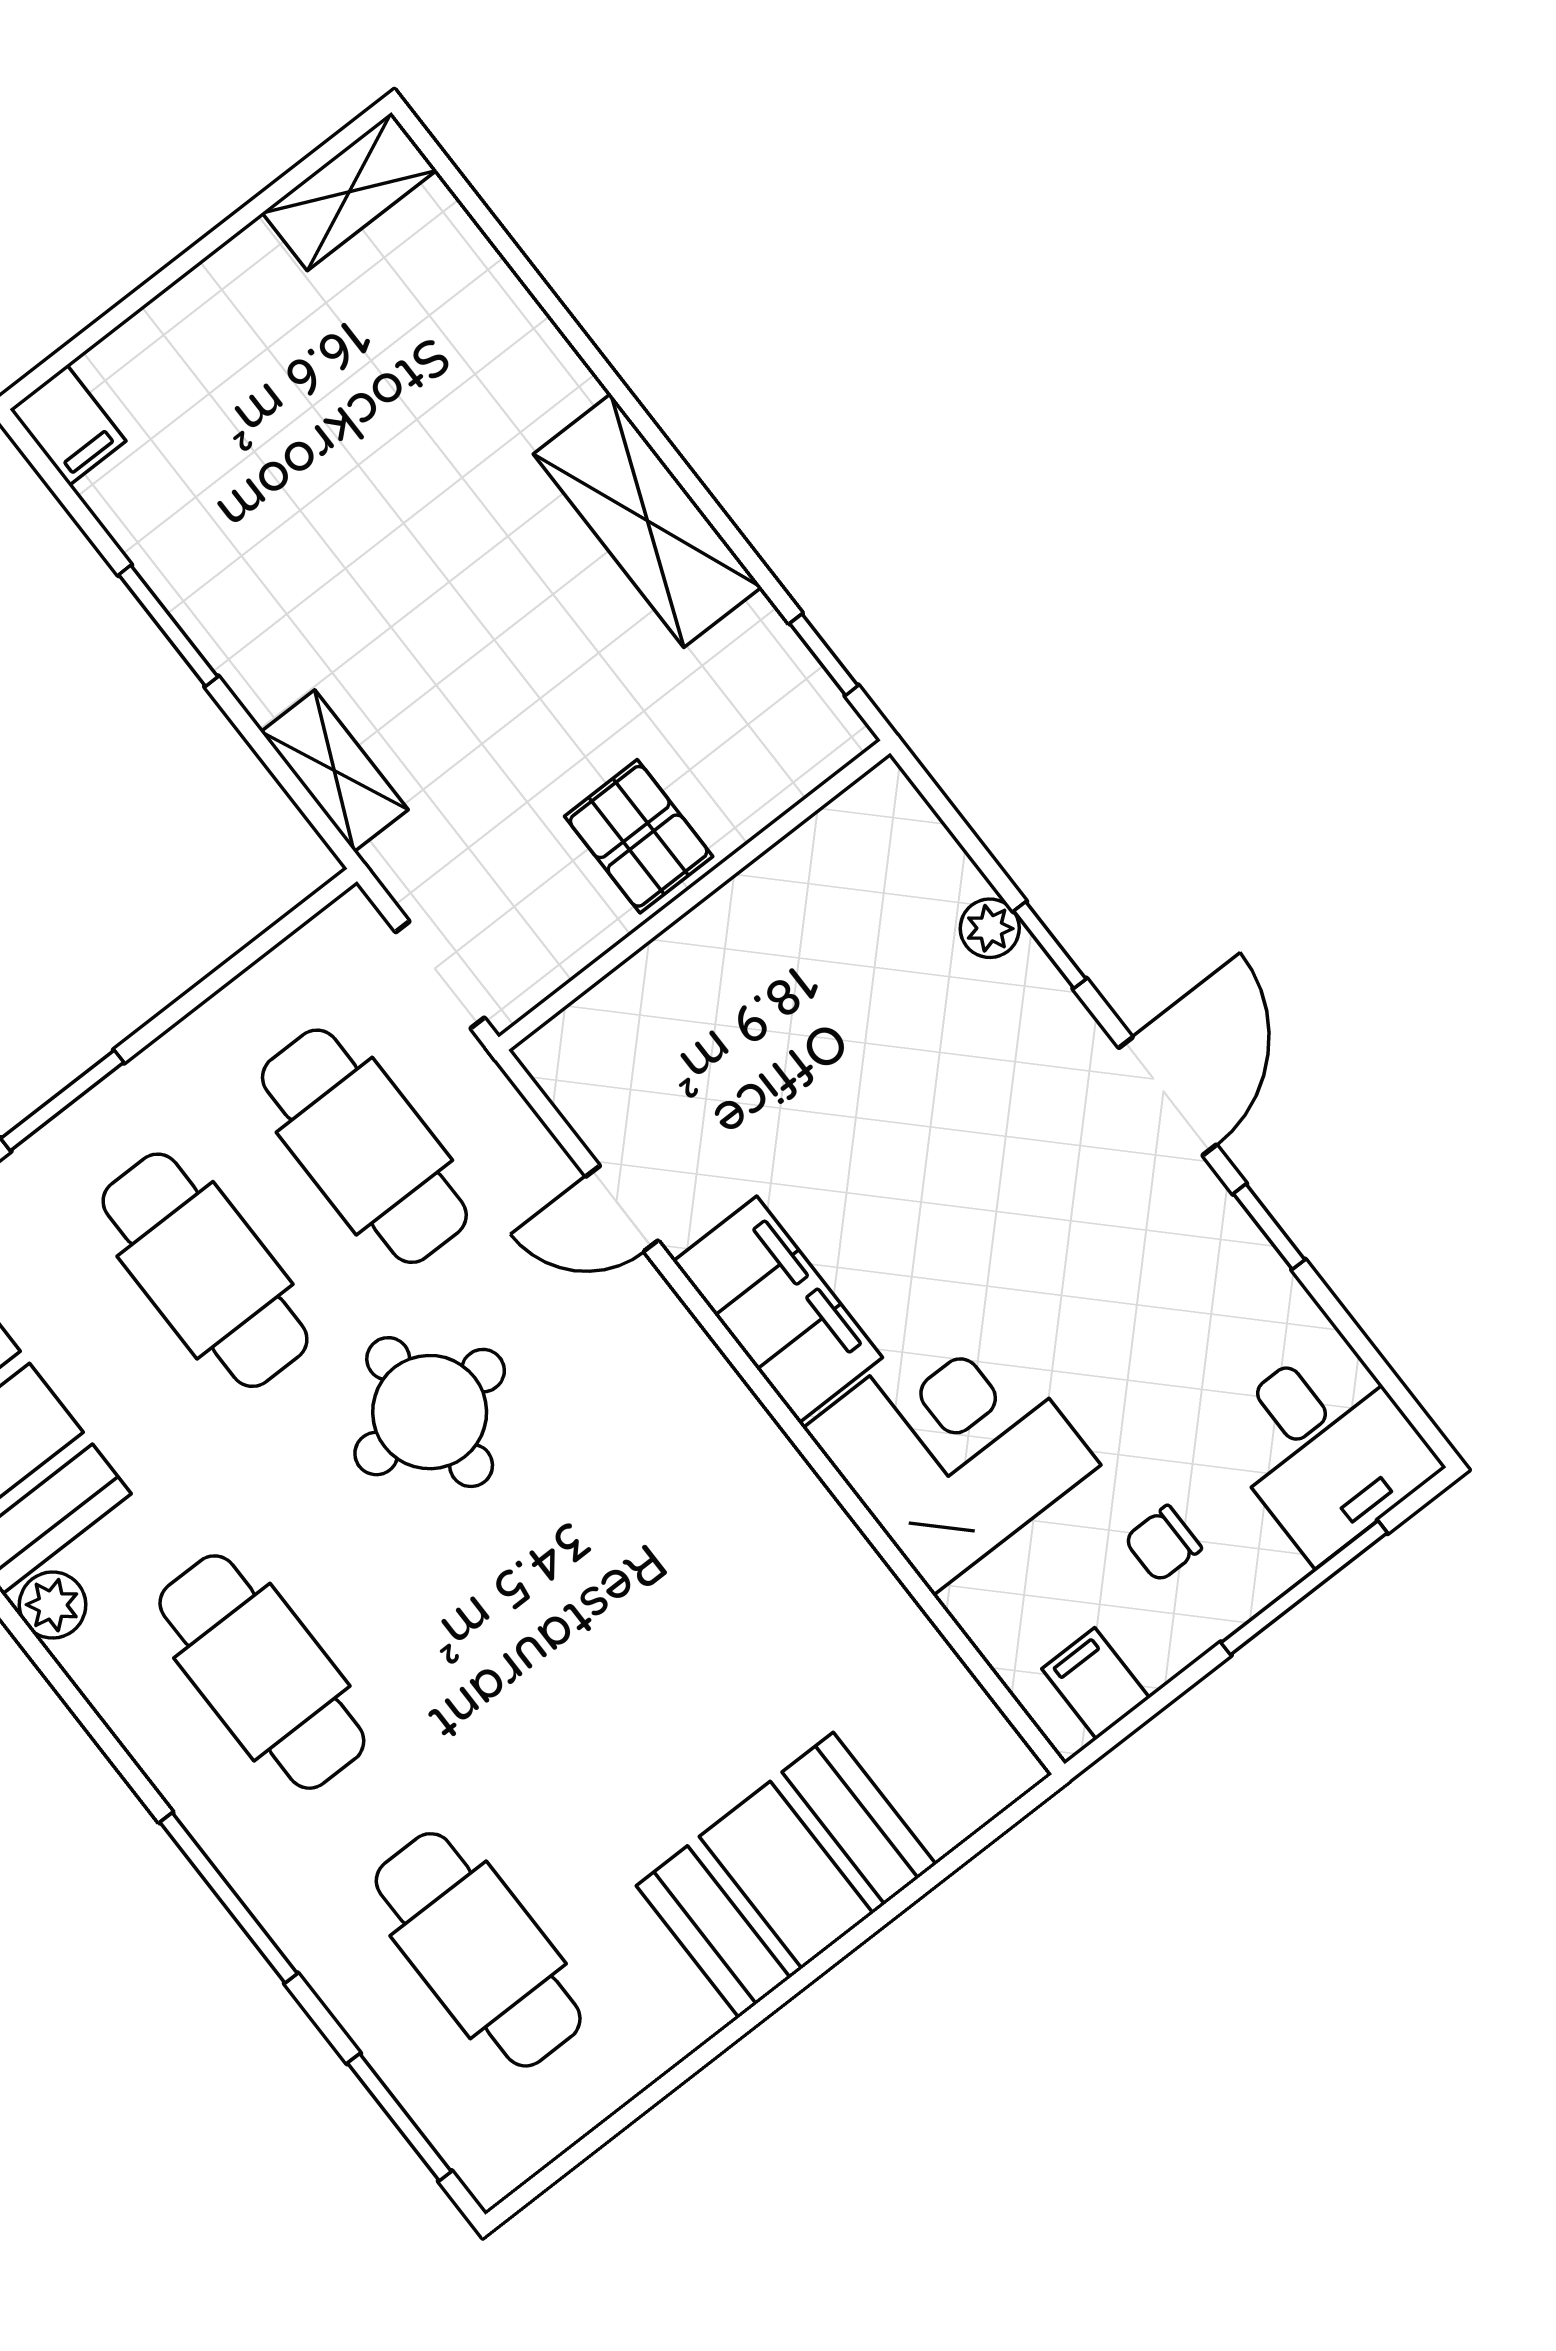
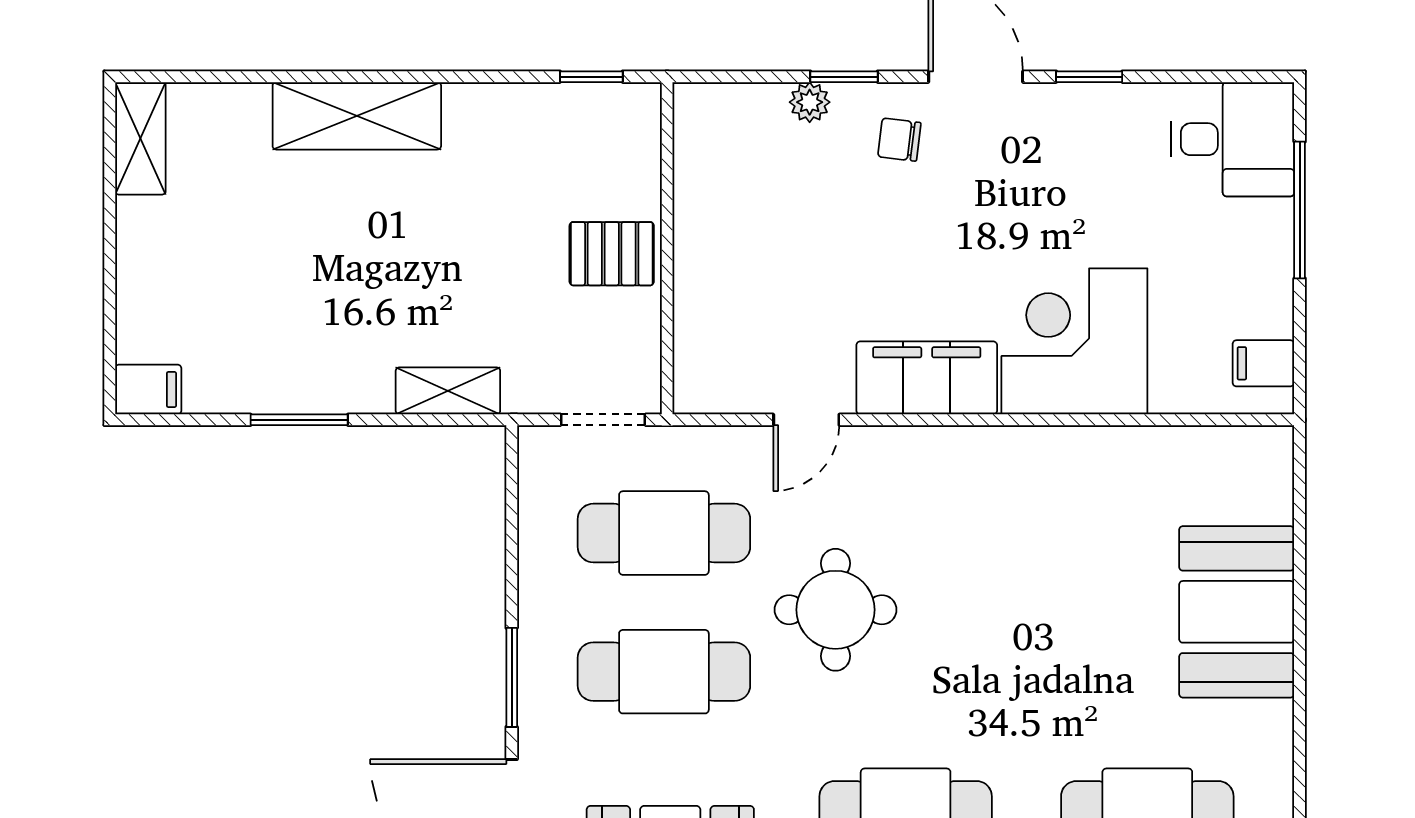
shelving: (647, 521) -> (357, 116), moved
chair: (1163, 1544) -> (899, 140), moved, turned 97

